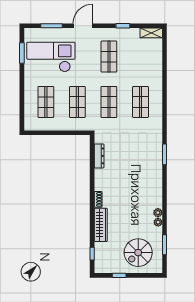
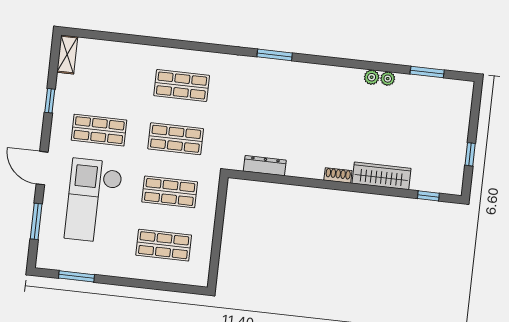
checkout: (51, 57) -> (94, 201), moved
spiral stairs: (138, 253) -> (435, 118), removed

